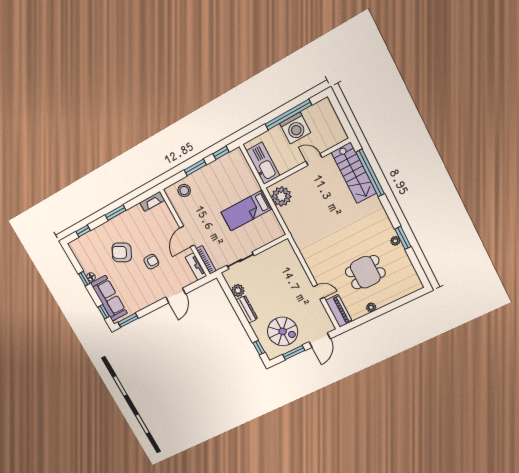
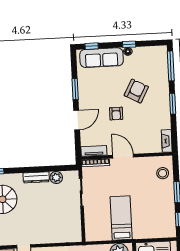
window: (83, 231) -> (171, 66), width x2.17
door: (176, 296) -> (77, 120), swing flipped
window: (128, 320) -> (75, 89), moved

